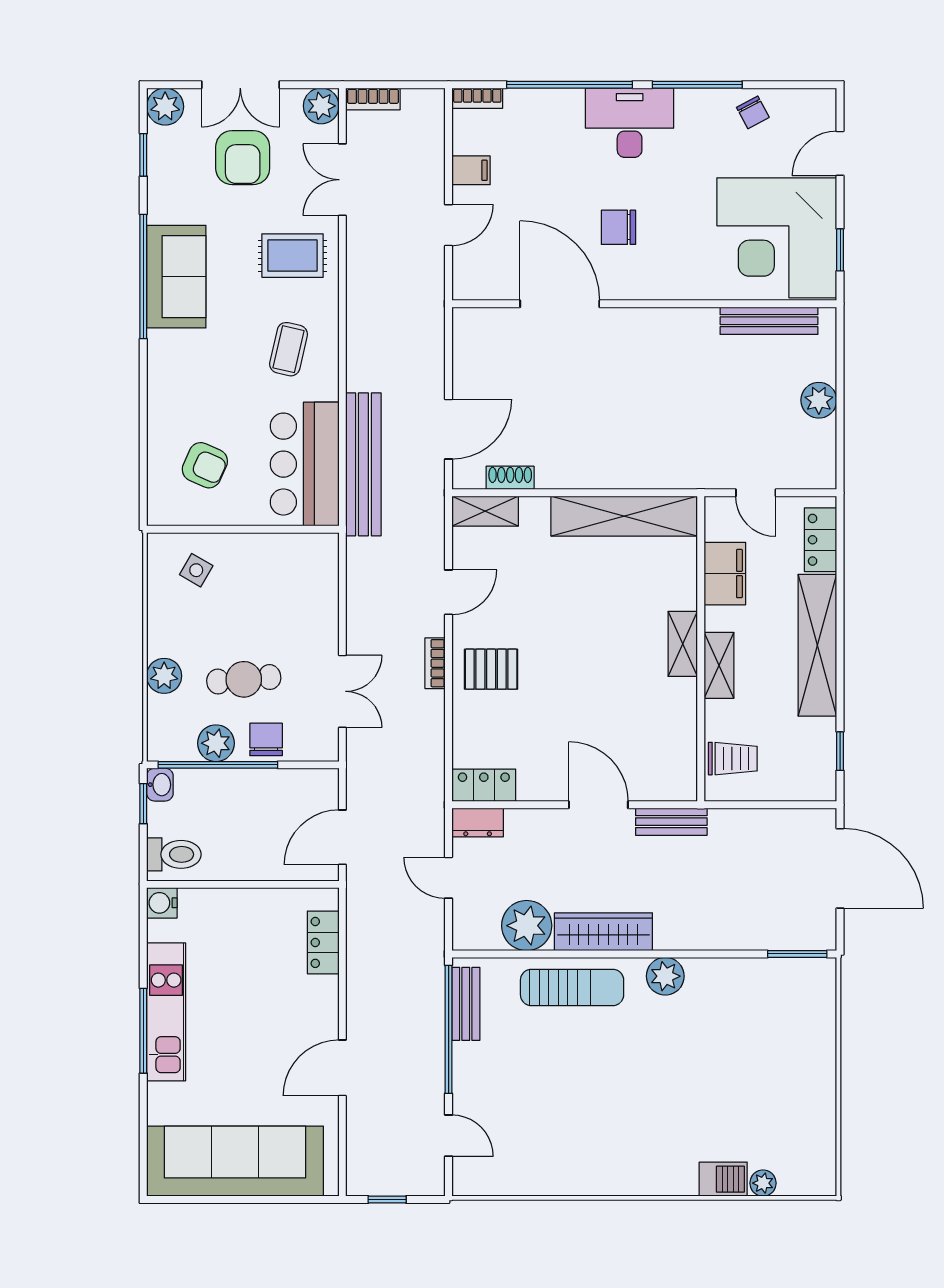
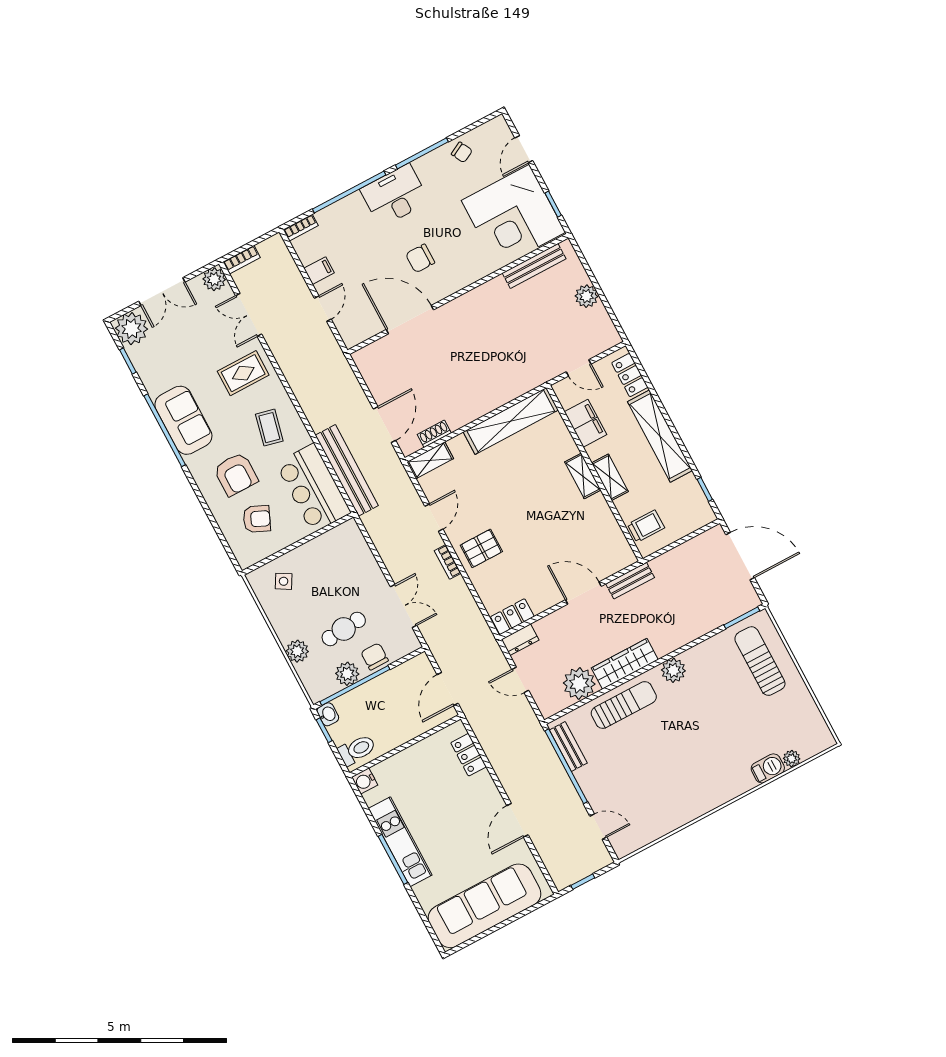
plant: (165, 107) -> (131, 329), width x1.36, depth x1.36
armchair: (243, 158) -> (236, 474), moved
sun lounger: (791, 1026) -> (760, 661), added

